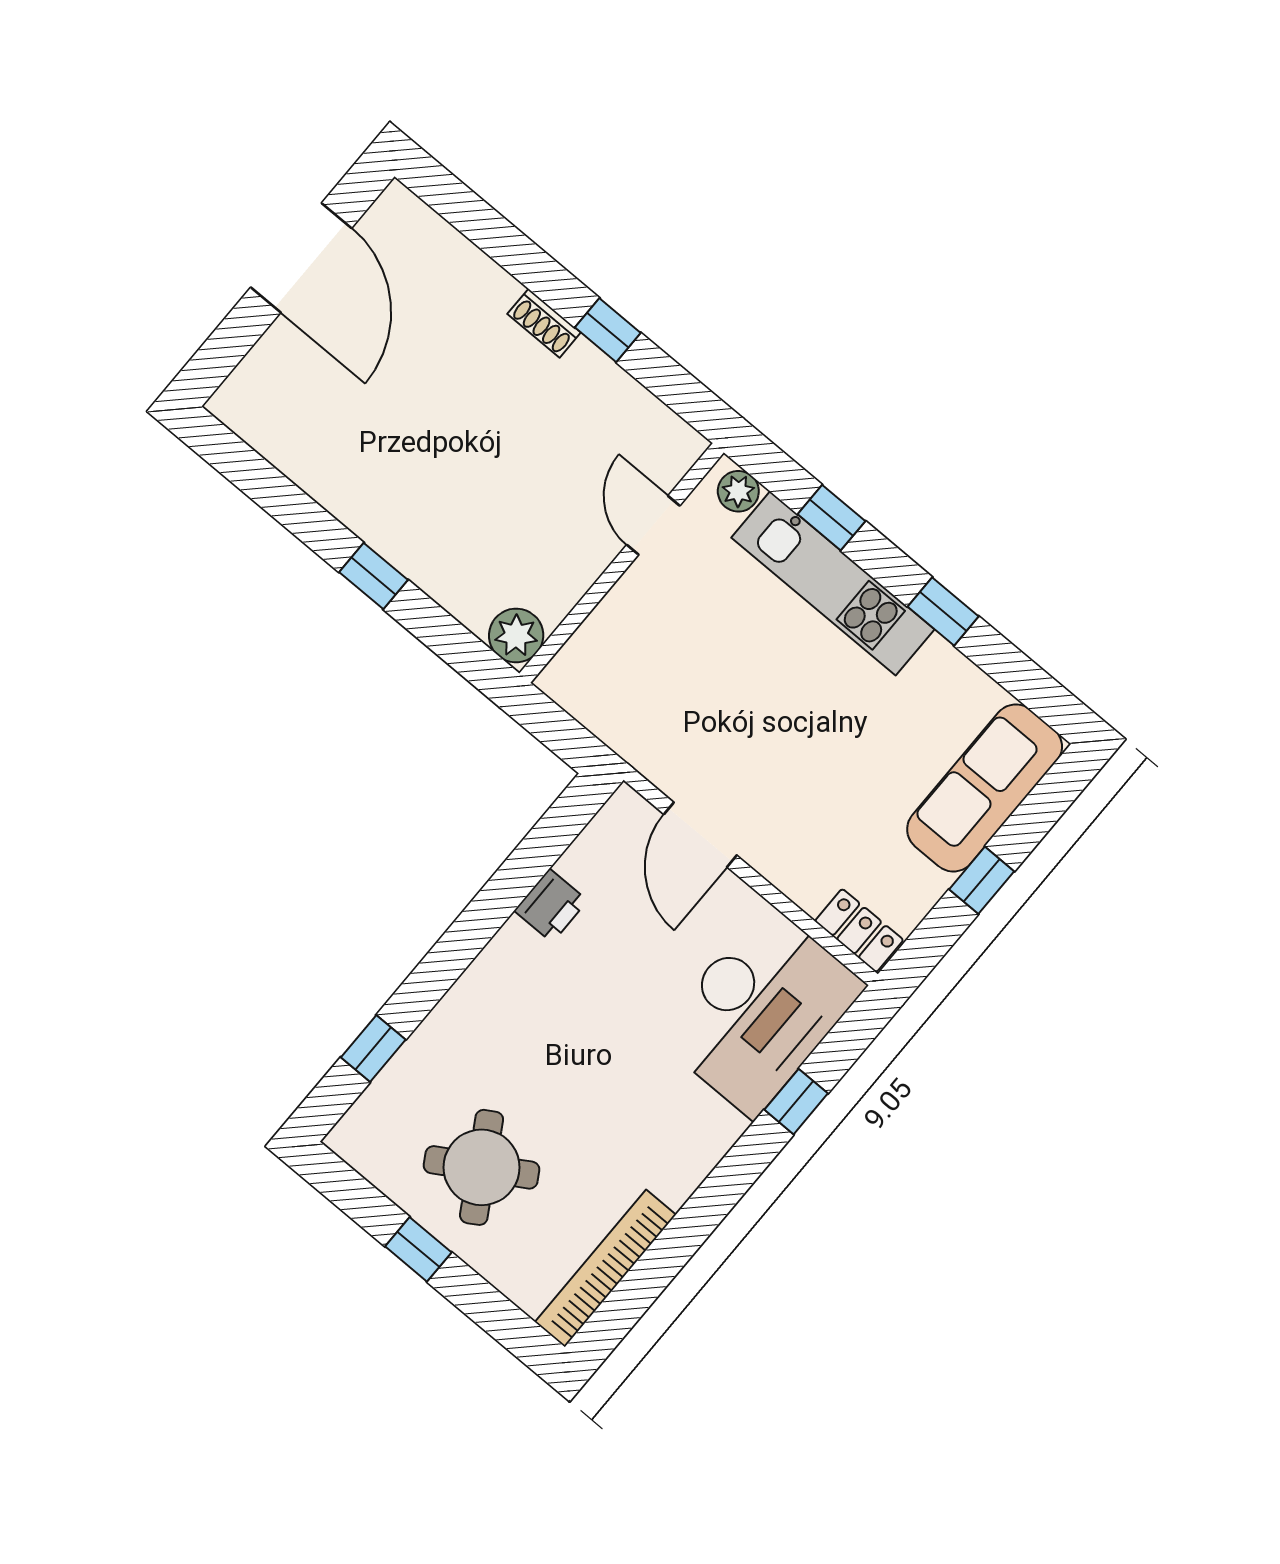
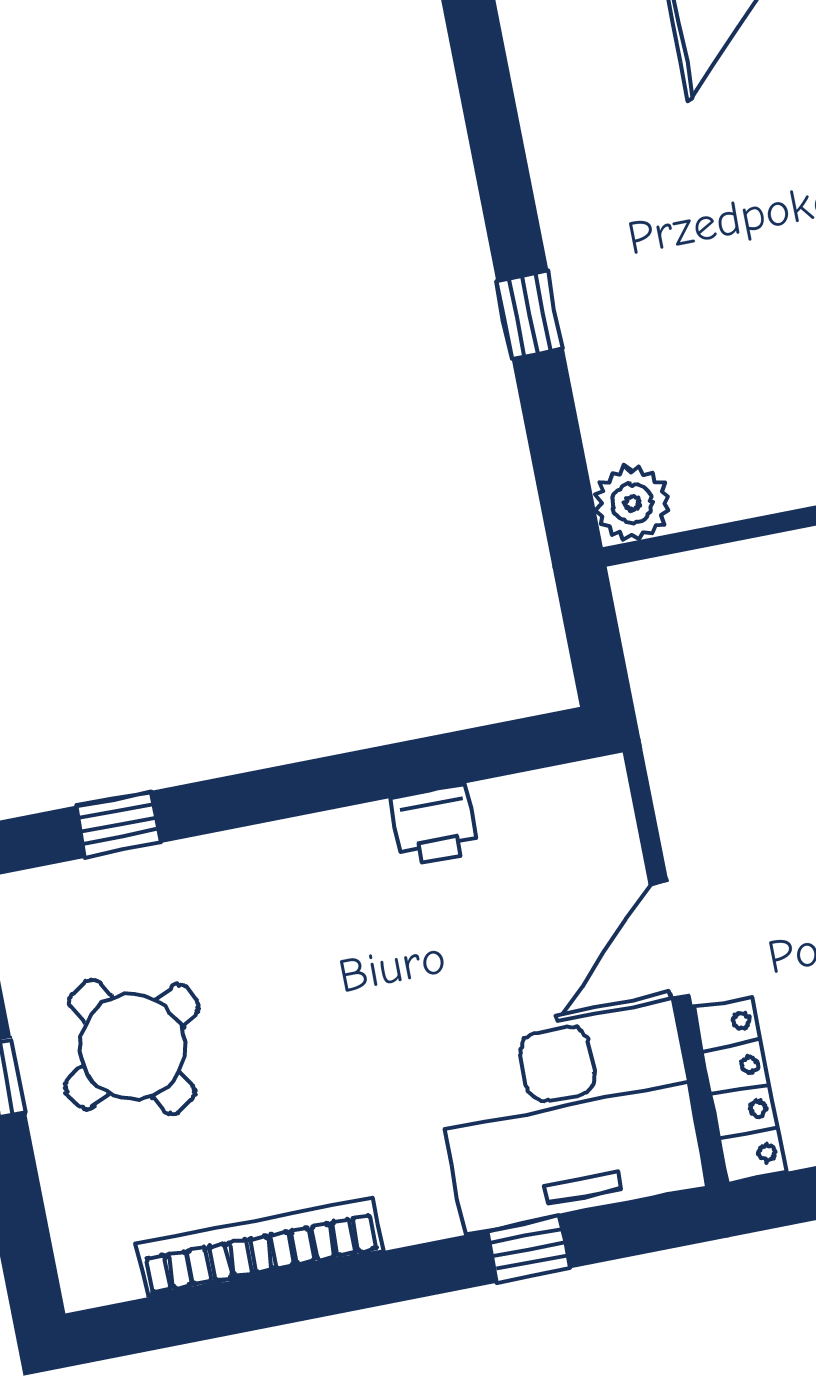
door: (700, 835) -> (670, 940), moved
locker: (859, 931) -> (739, 1090), width x1.53
bookcase: (605, 1268) -> (260, 1247), moved

